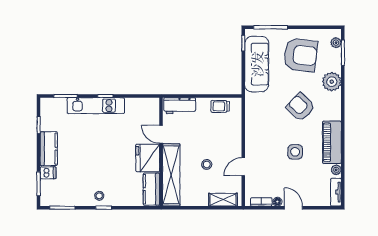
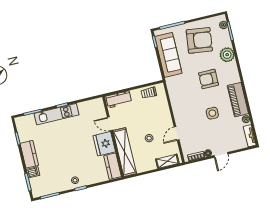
armchair: (301, 107) -> (208, 79), turned -43
door: (293, 208) -> (221, 155), swing flipped

